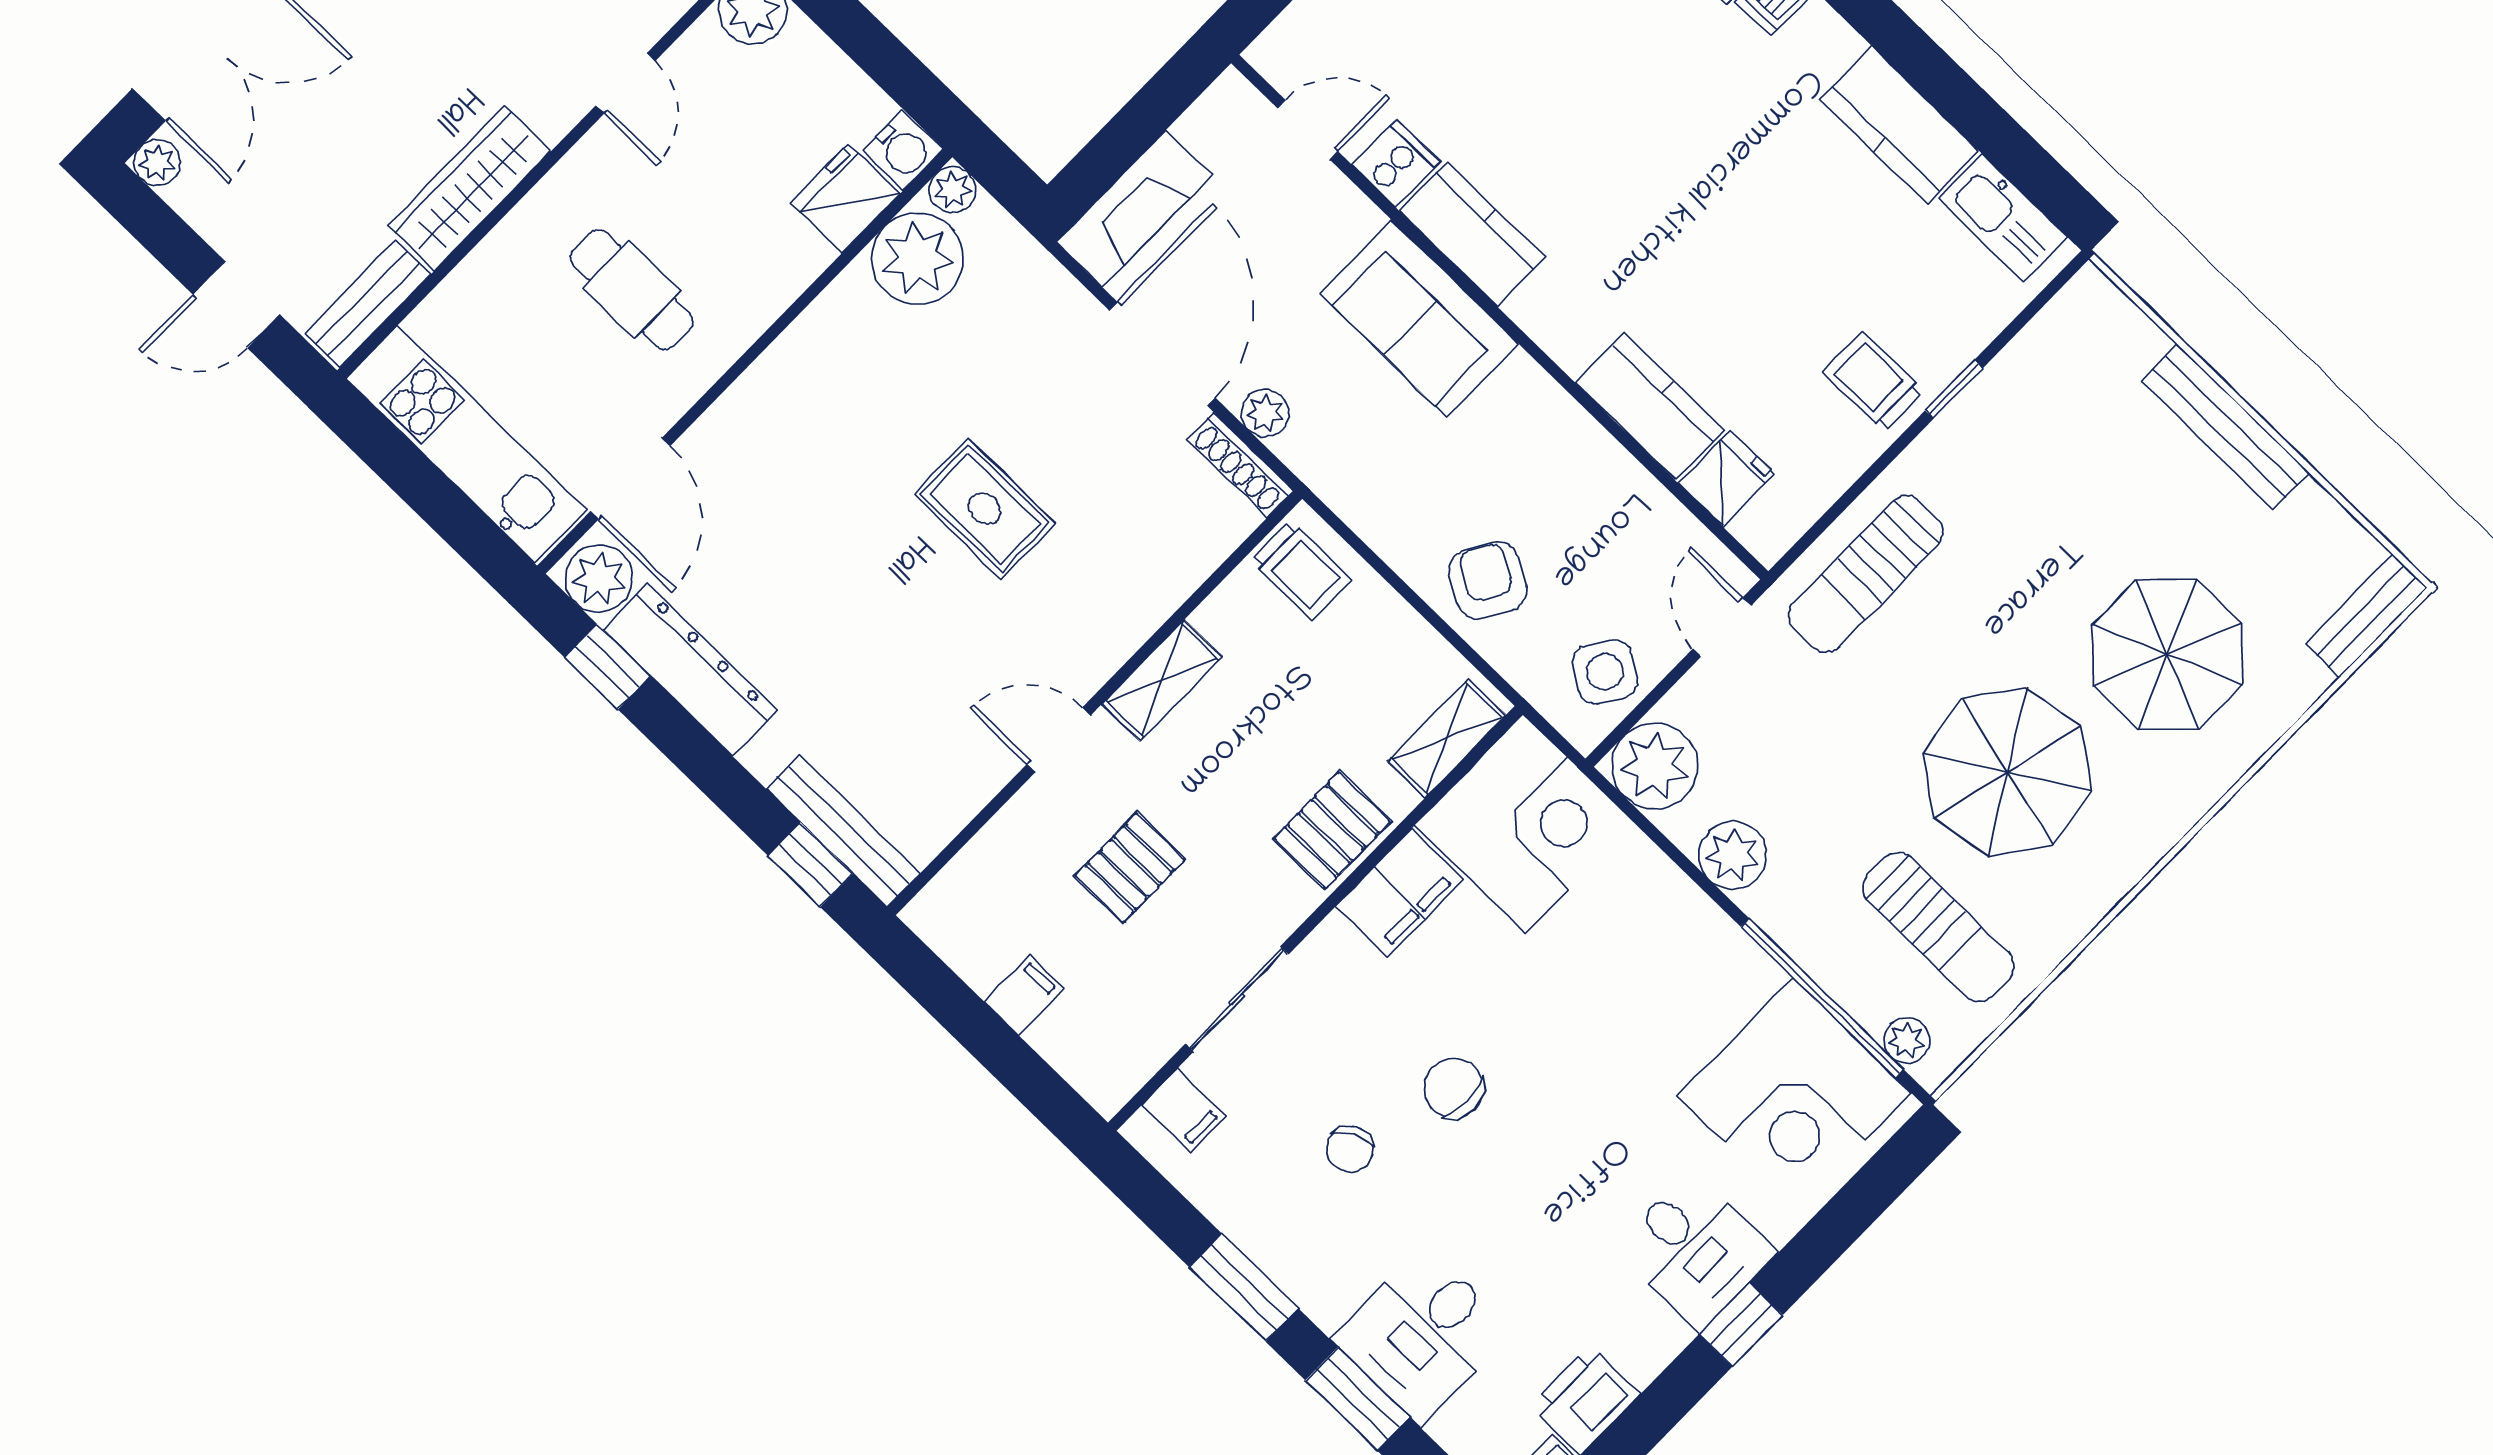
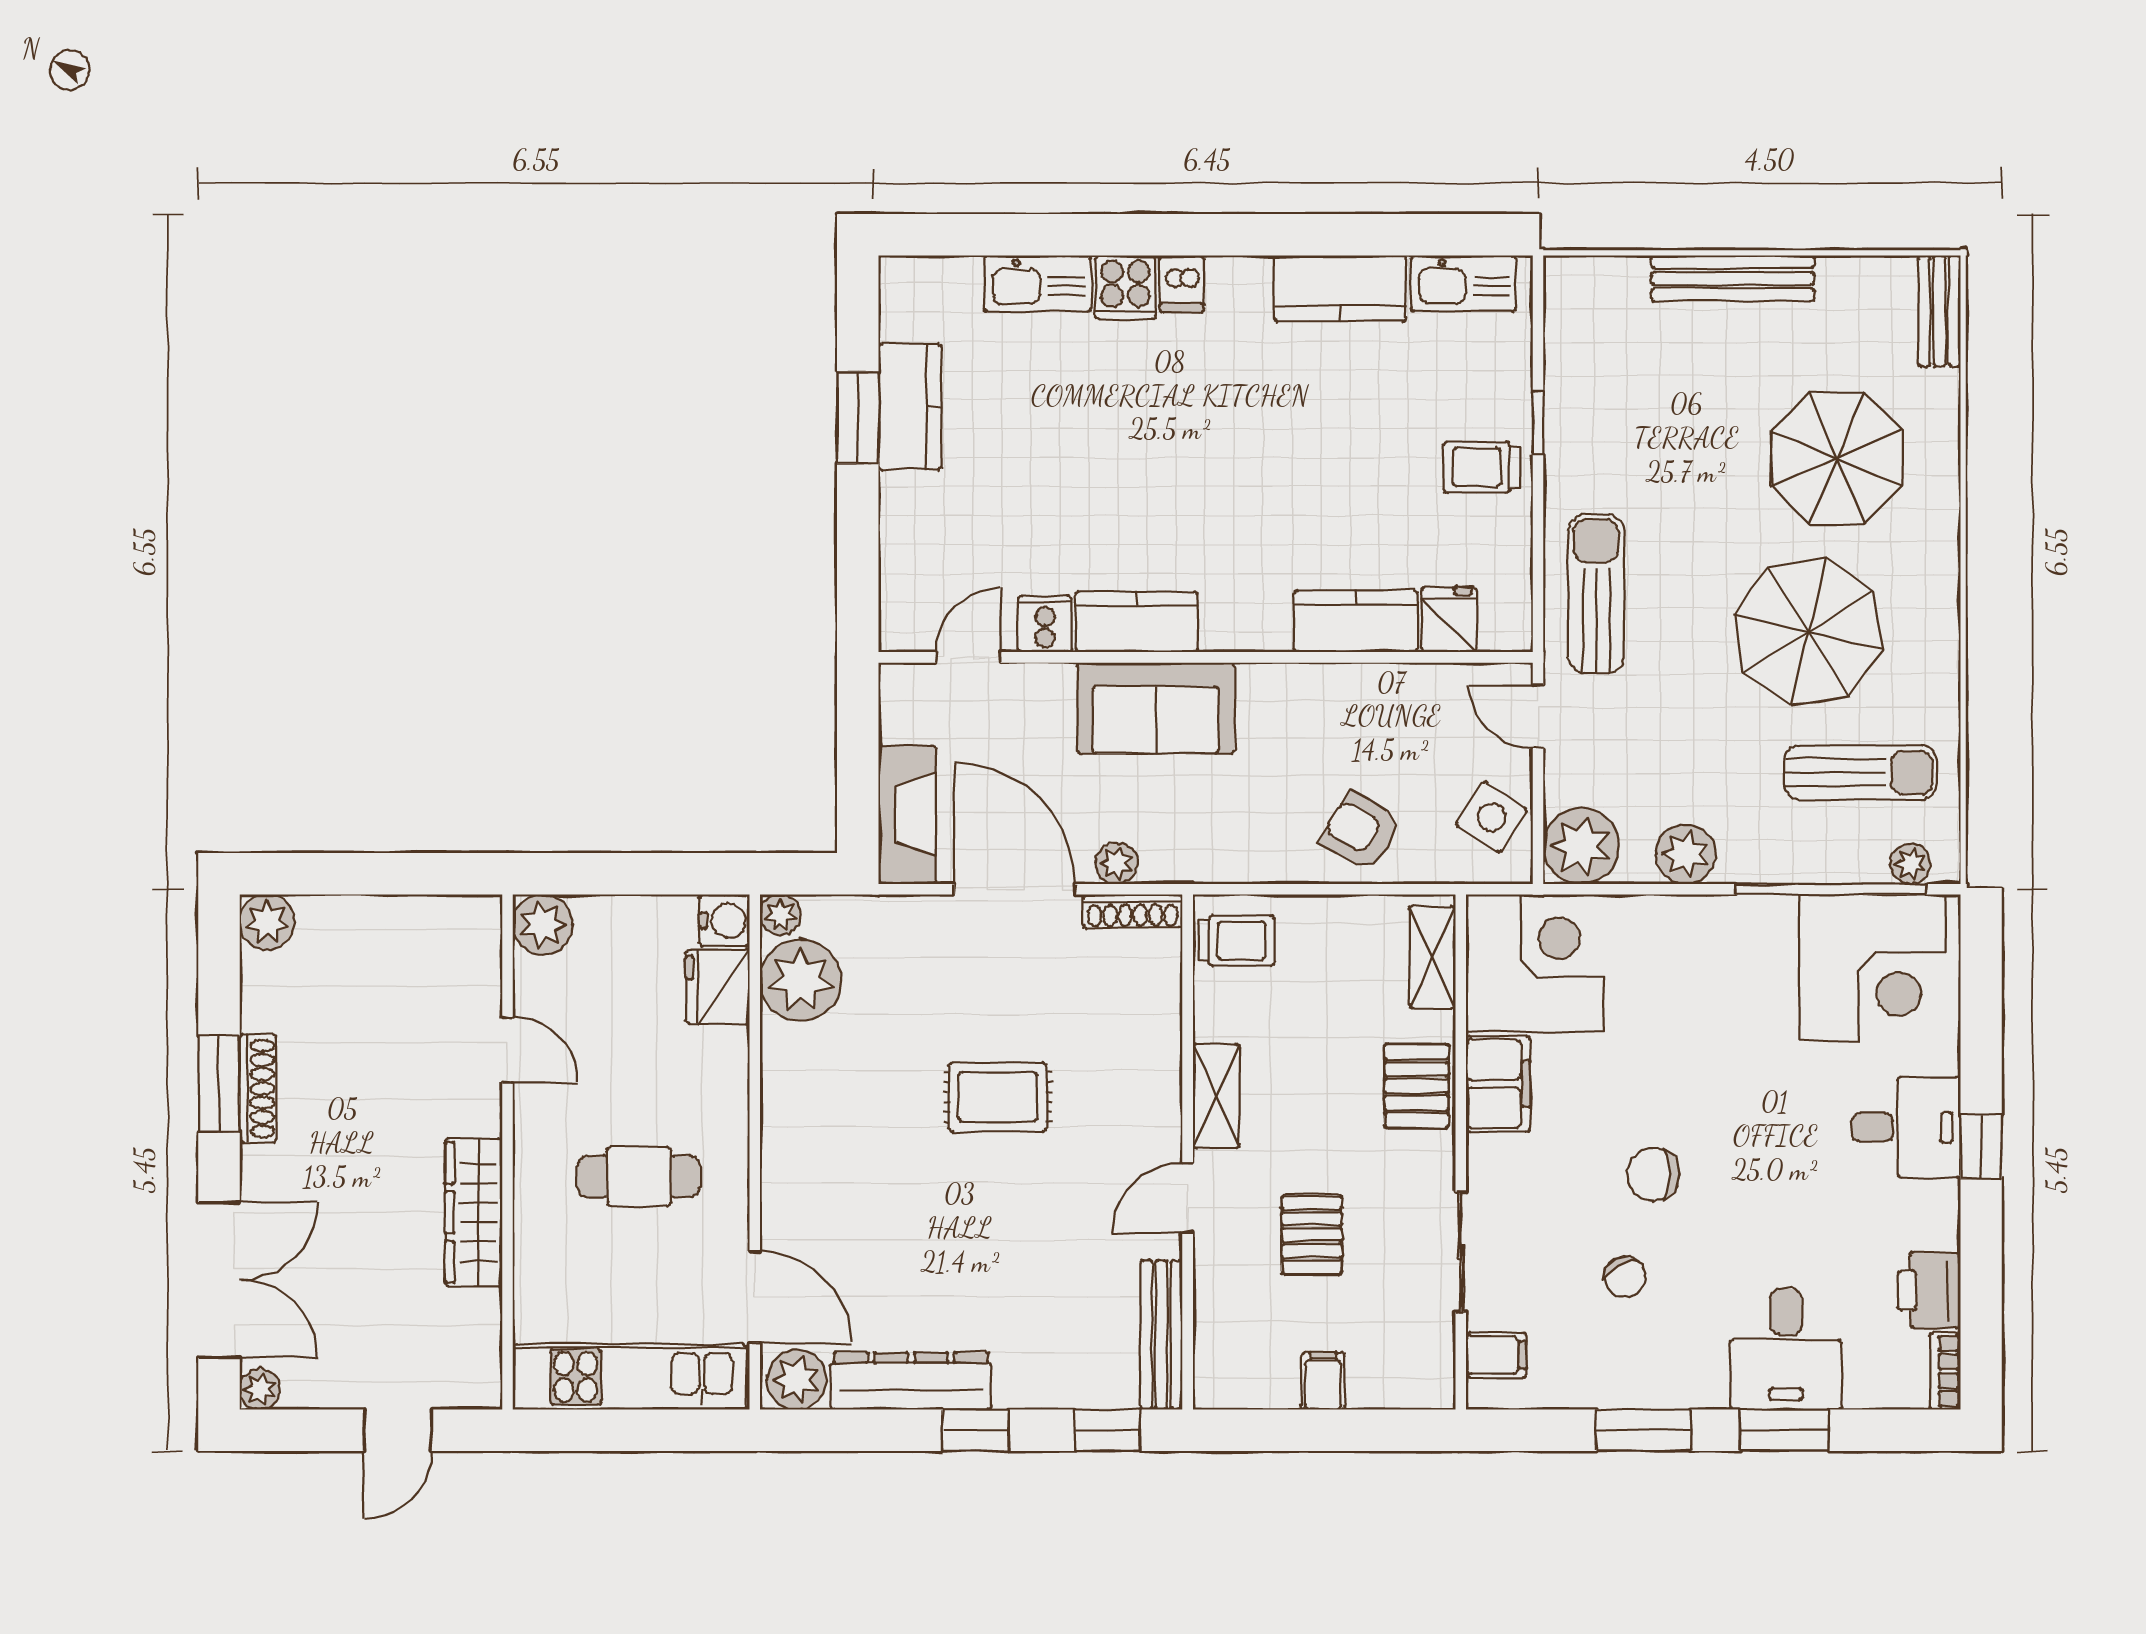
bench: (368, 304) -> (480, 1348), removed
sun lounger: (1866, 574) -> (1596, 594), turned 180
window: (607, 667) -> (976, 1430), moved
bench: (843, 831) -> (1161, 1335), moved, turned 90

